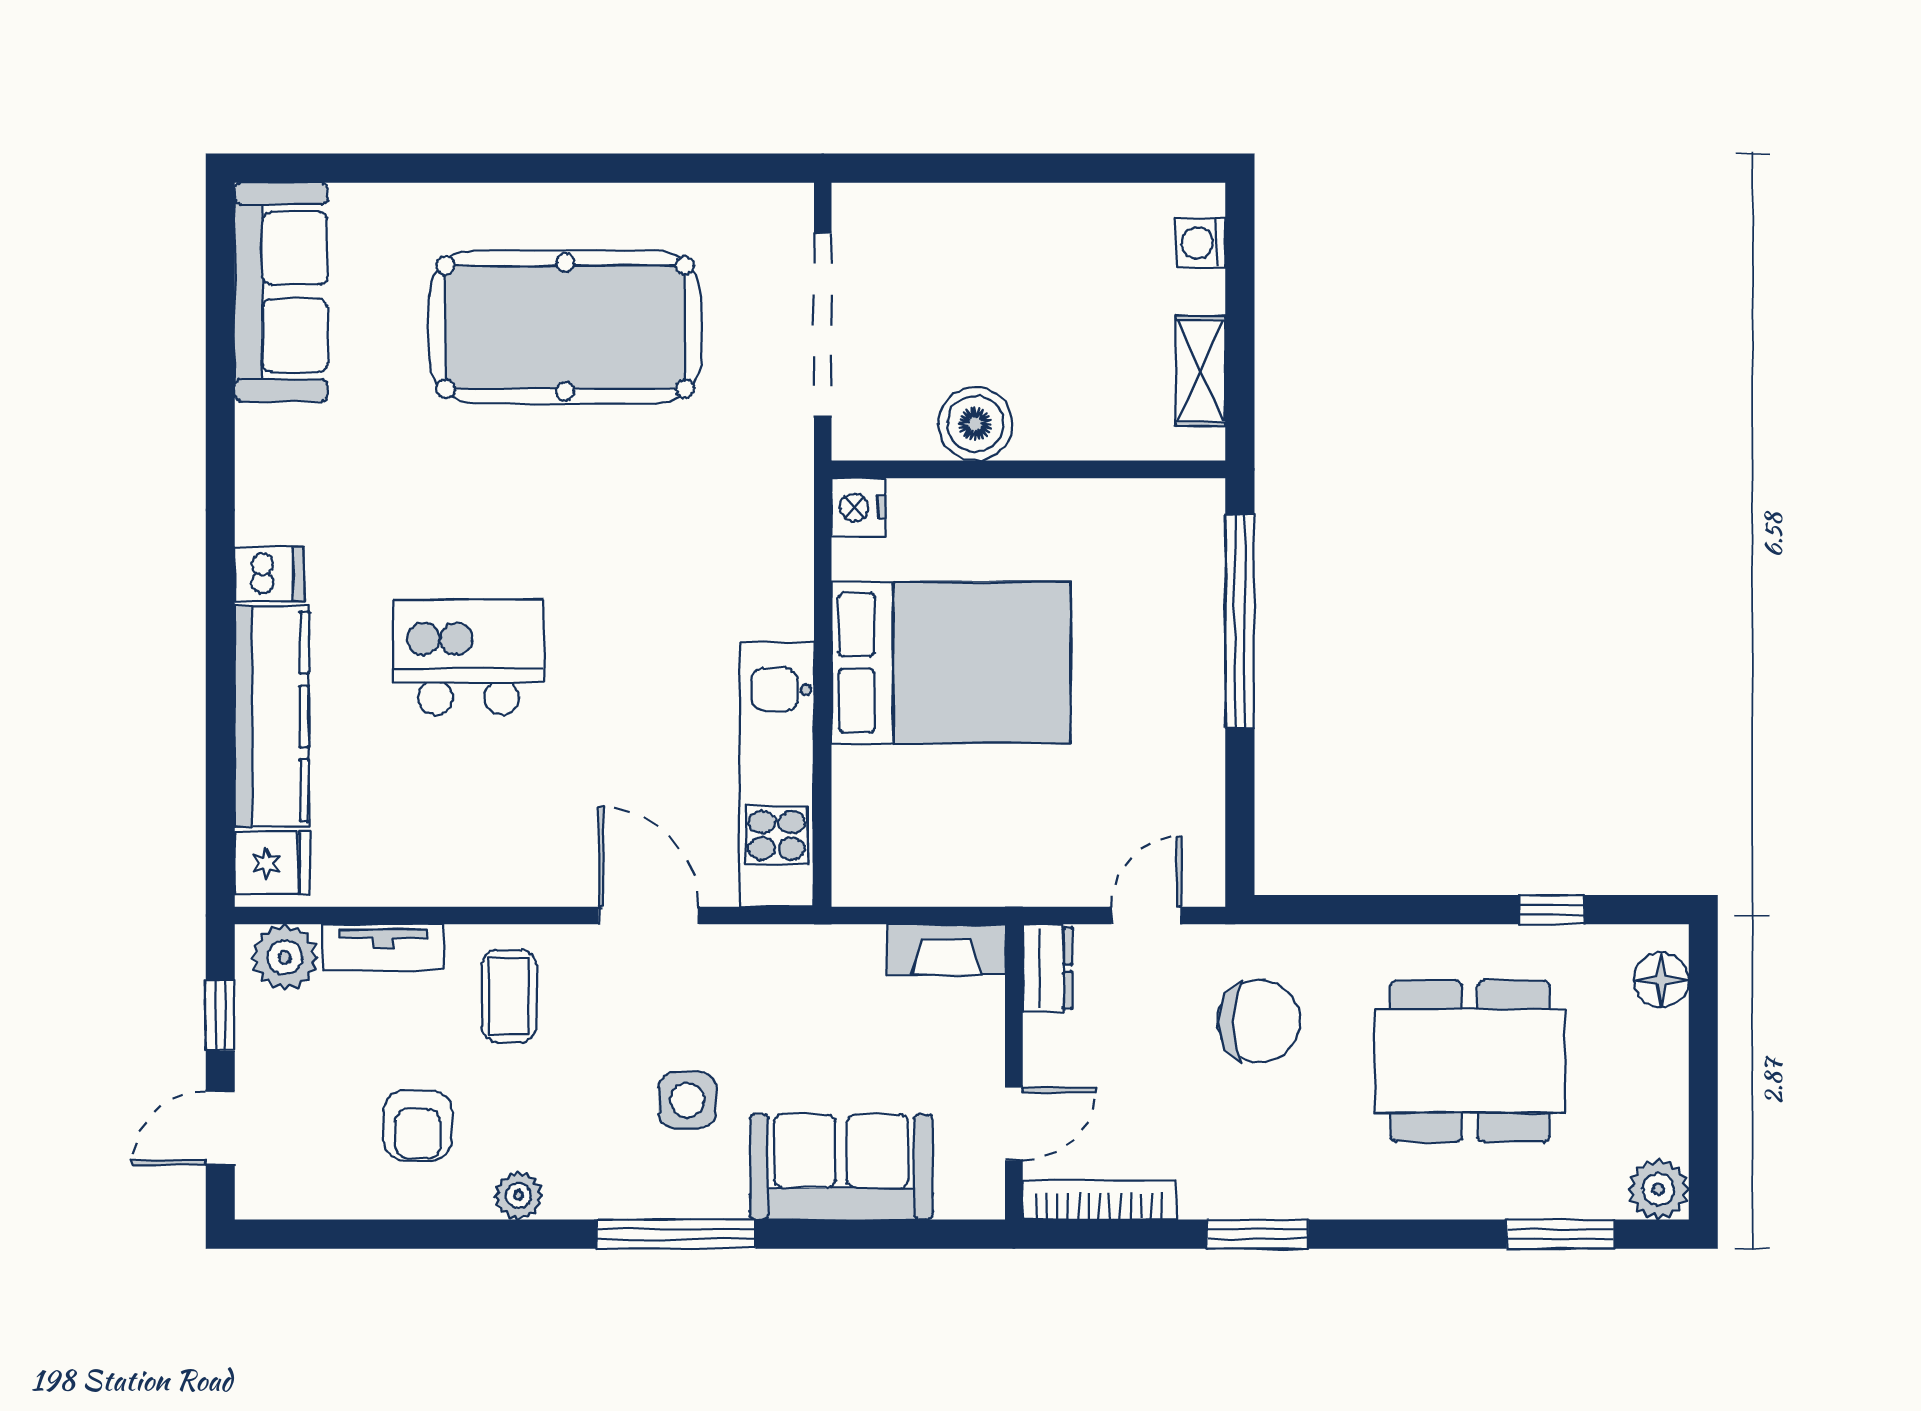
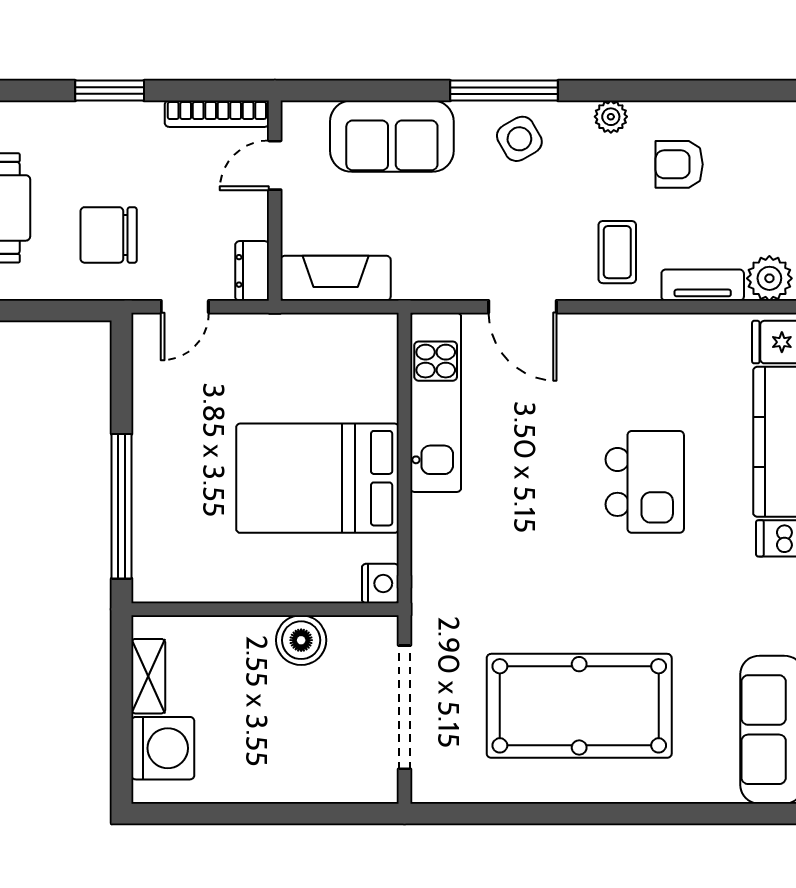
washing machine: (1201, 243) -> (163, 748), width x1.89, depth x1.89
kitchen island: (469, 657) -> (645, 482), turned -90
fireplace: (946, 949) -> (336, 278), width x1.37, depth x1.32
side table: (687, 1100) -> (519, 139), moved, turned -30
armchair: (418, 1125) -> (679, 164), turned -90

